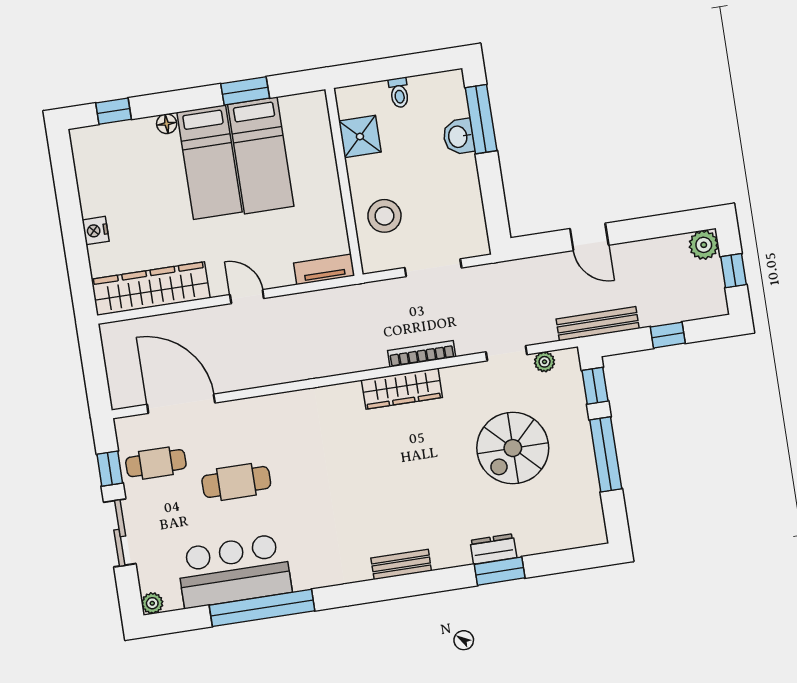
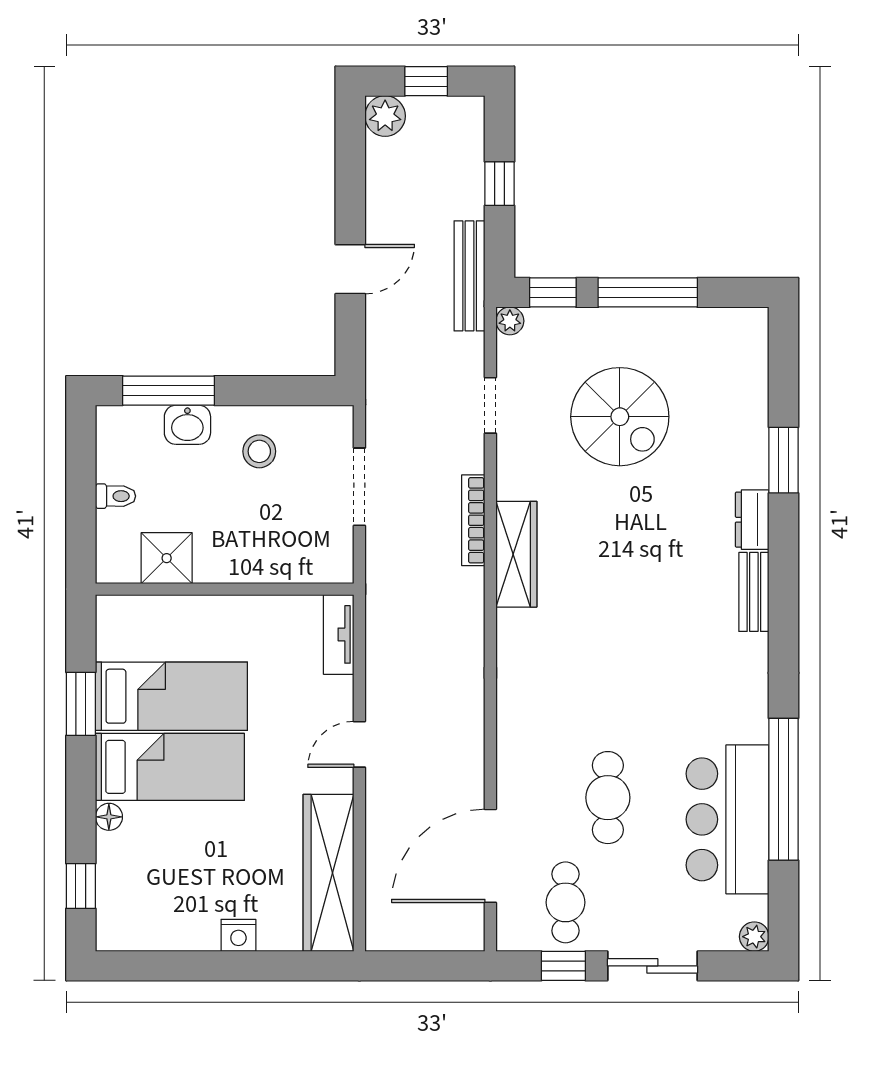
stool: (384, 216) -> (259, 451), moved, width x0.73, depth x0.73
plant: (545, 362) -> (510, 321), moved
dresser: (493, 549) -> (752, 520), moved

